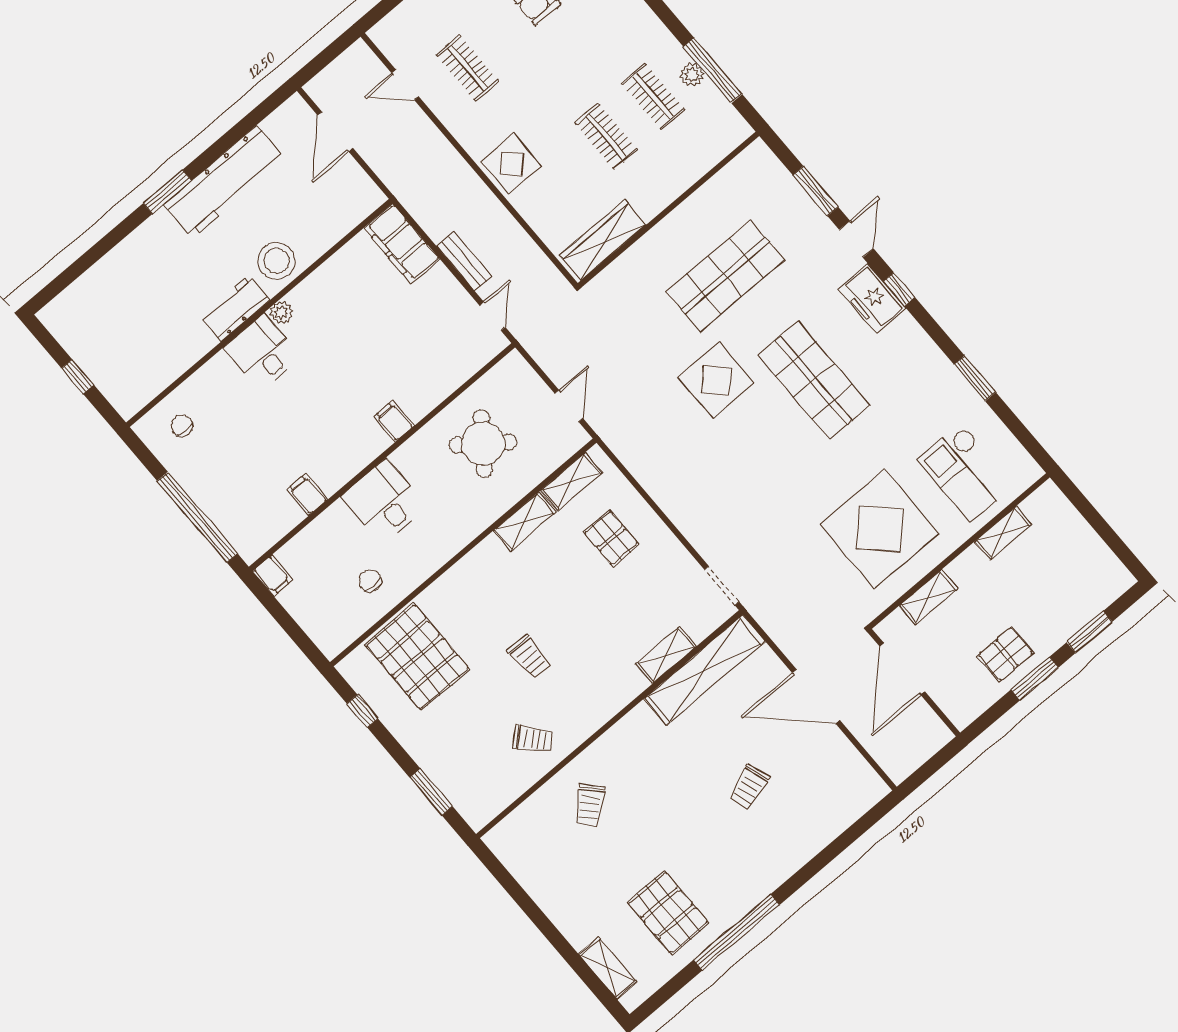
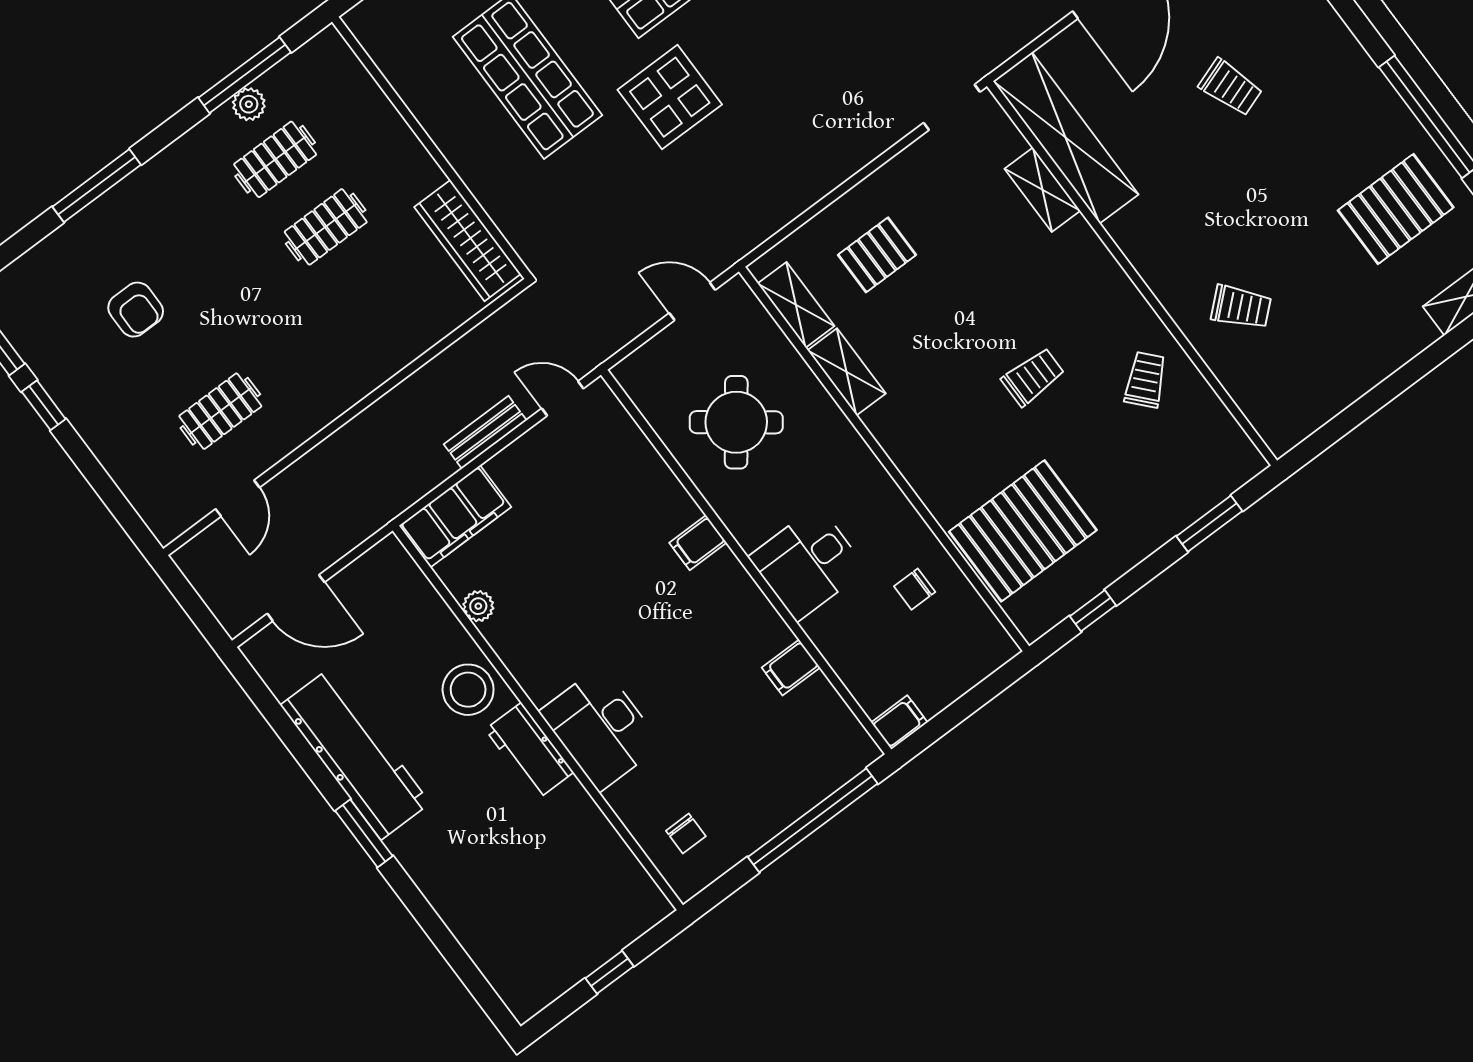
display table: (511, 164) -> (355, 359), removed
plant: (281, 312) -> (478, 606), moved
desk: (262, 352) -> (601, 728), width x1.37
chair: (182, 426) -> (686, 833), turned -90

